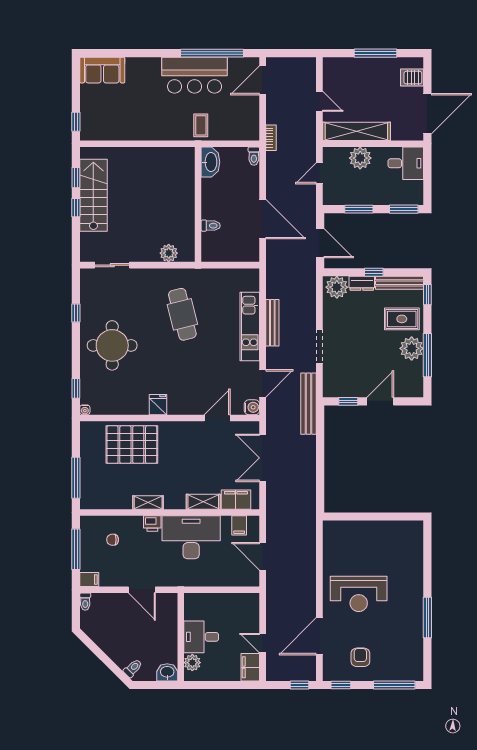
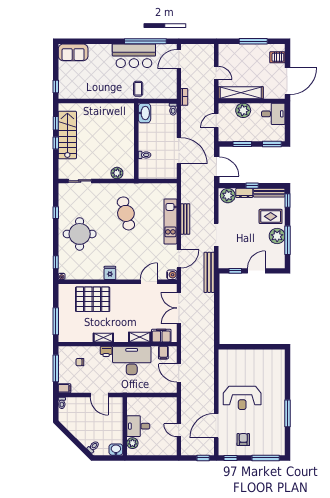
filing cabinet: (250, 667) -> (171, 446), removed

